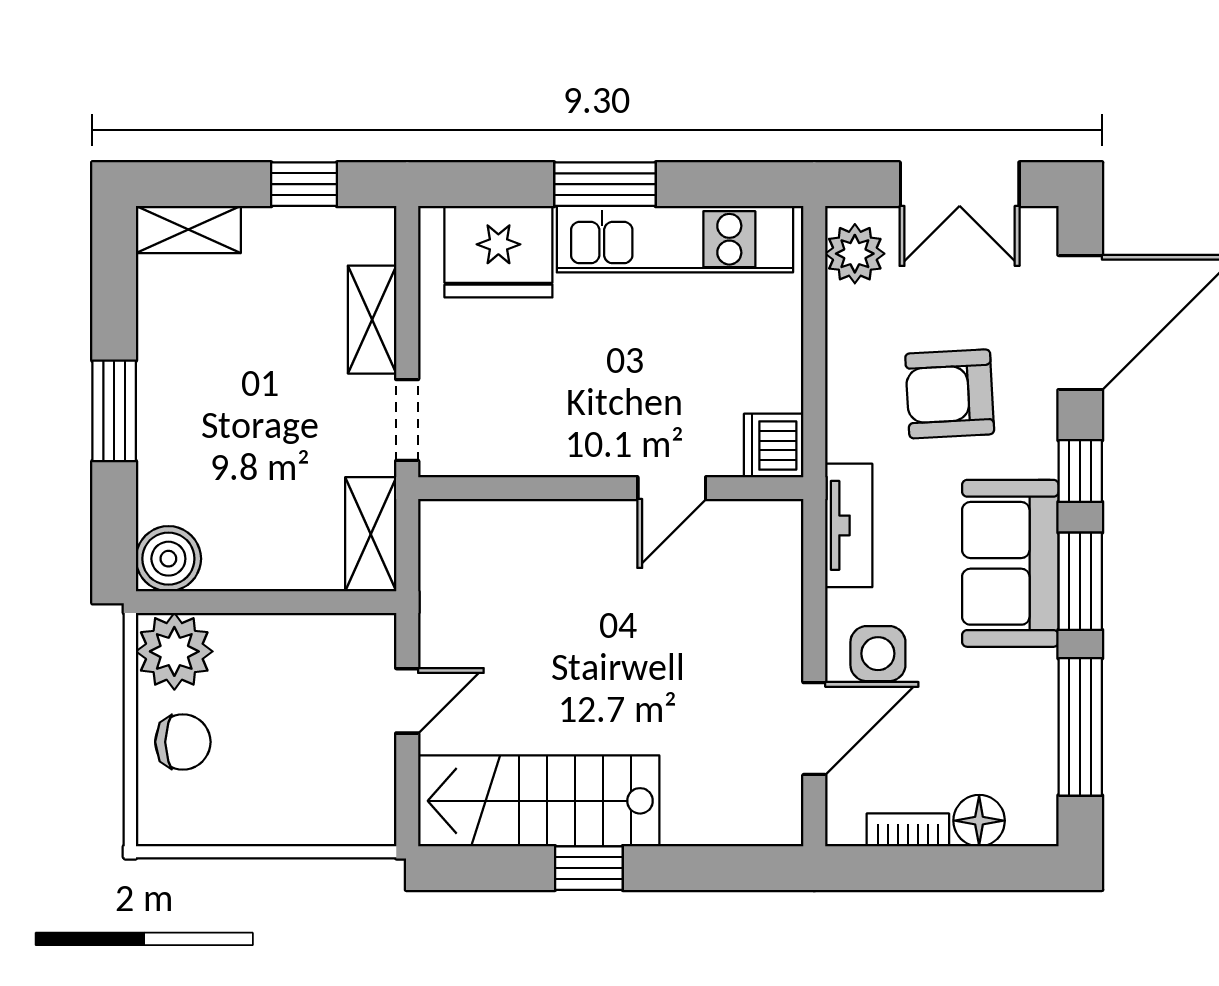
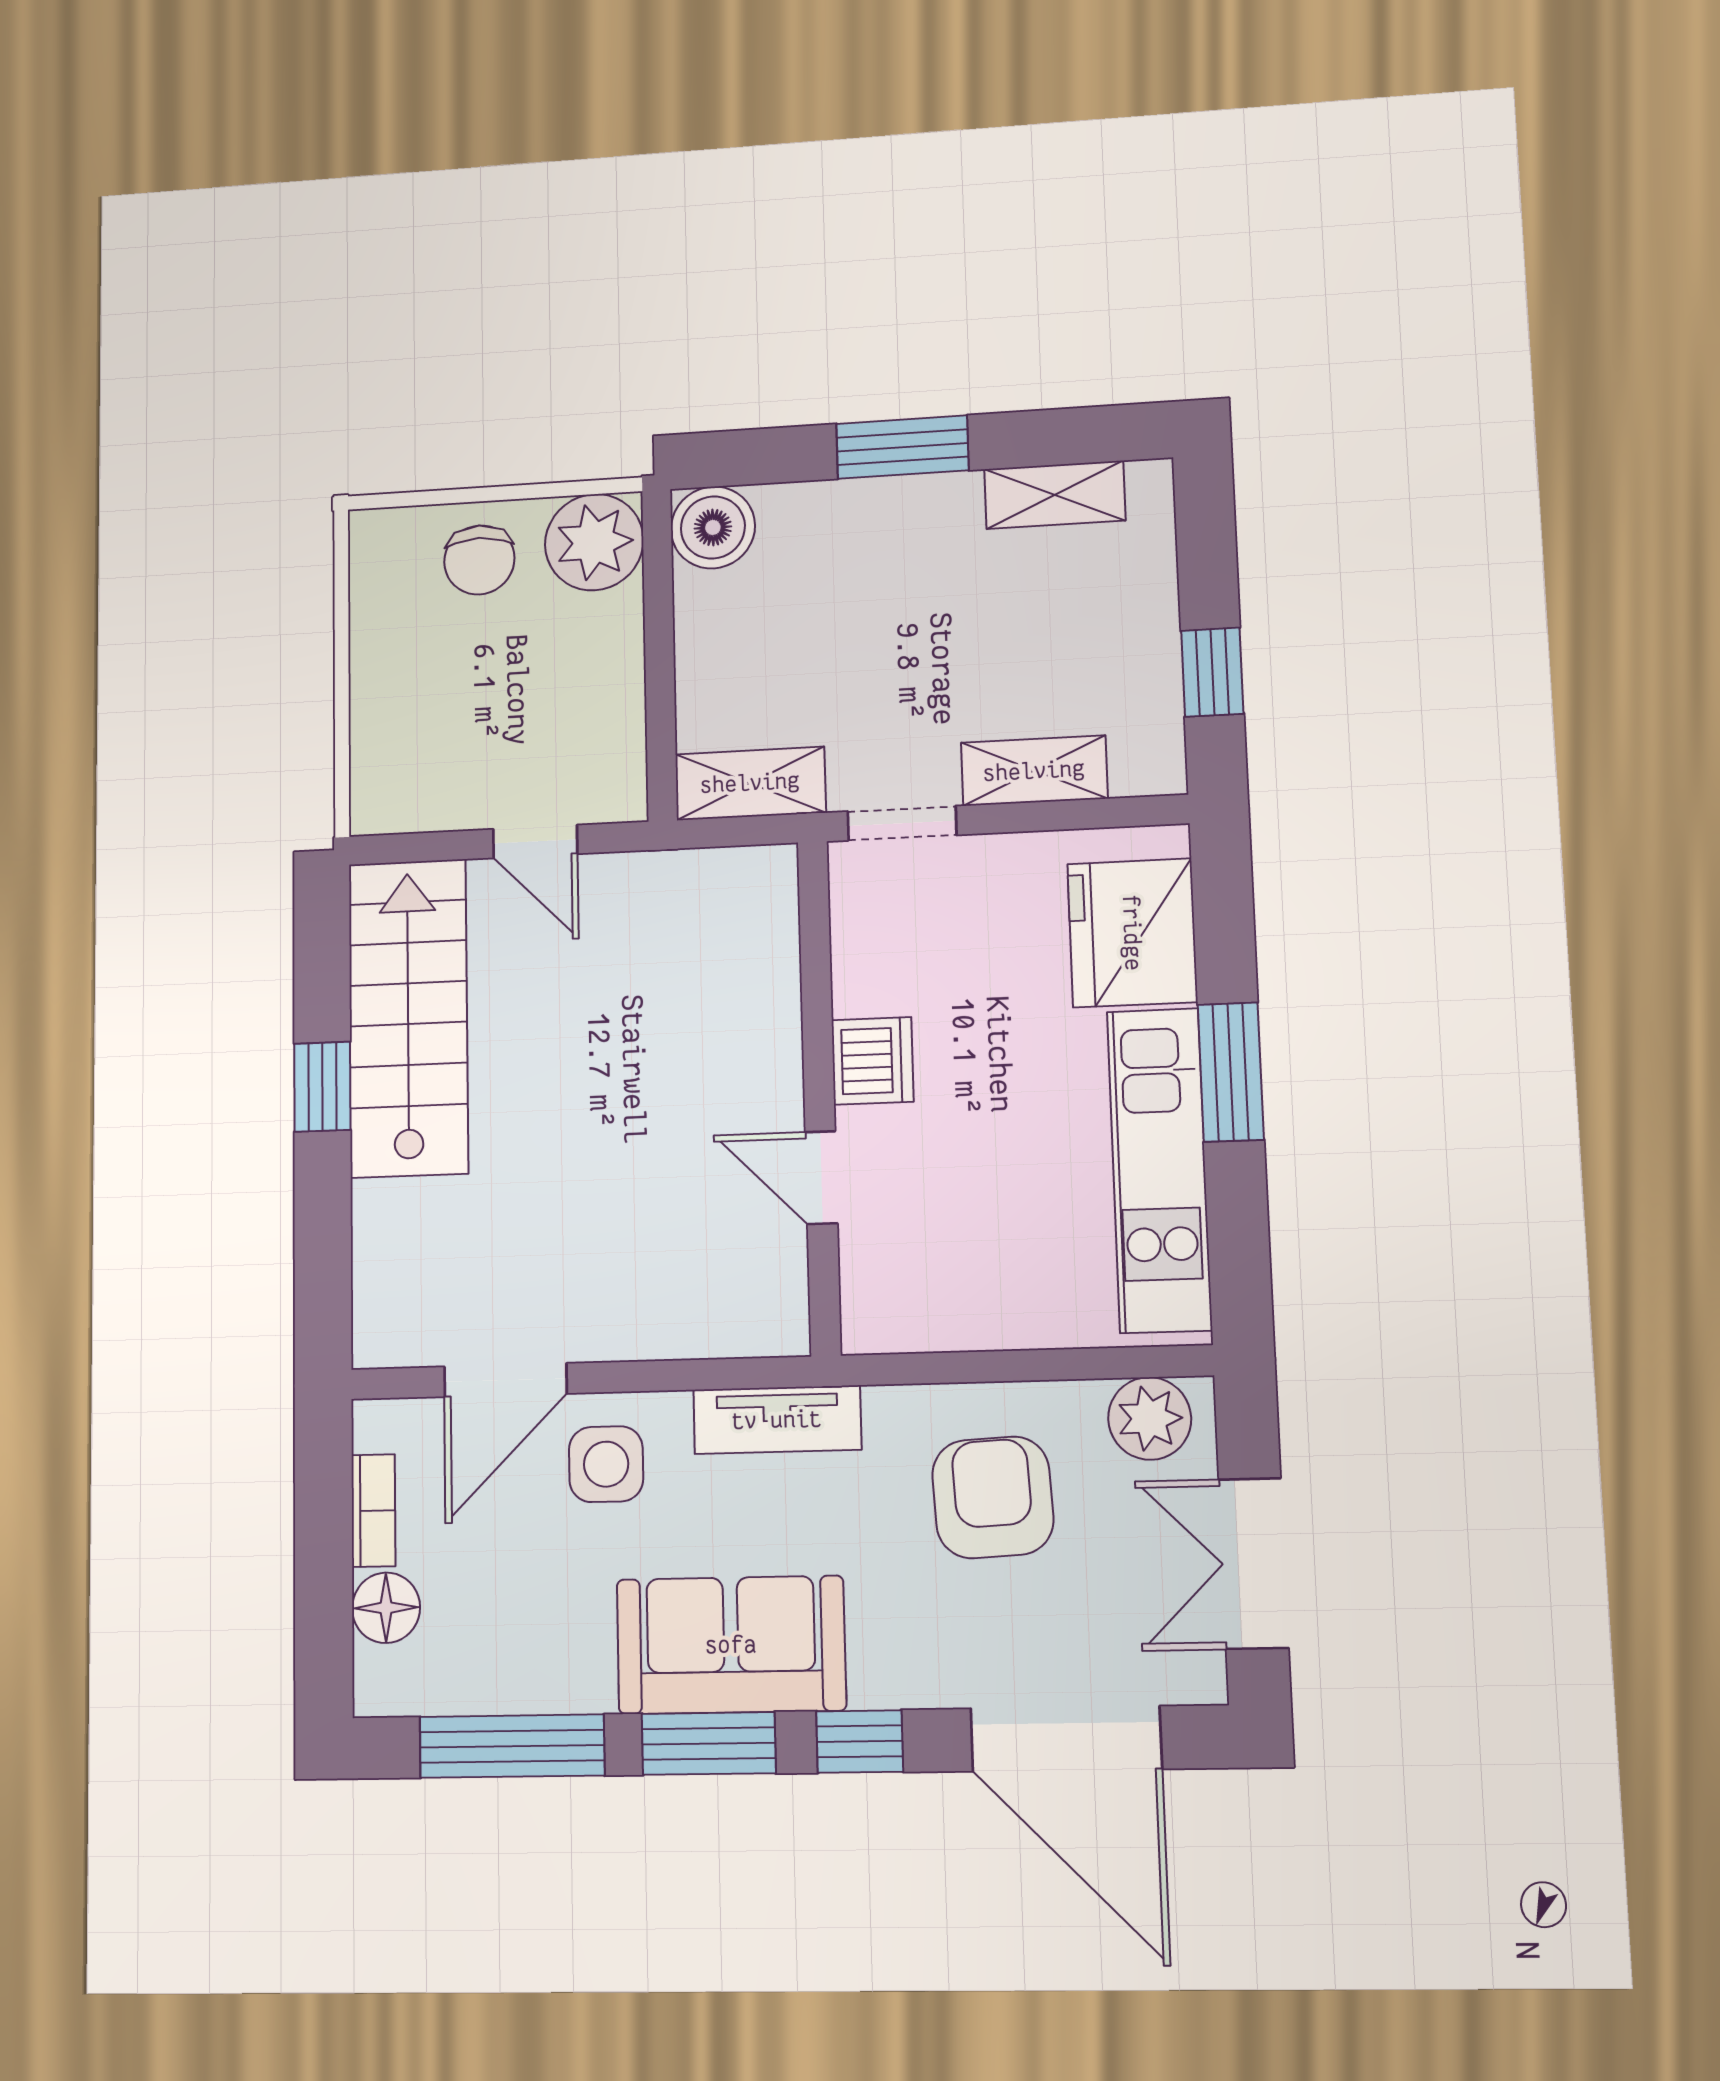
shelving: (188, 230) -> (1055, 495), moved, turned 90
armchair: (950, 394) -> (993, 1497), moved
dishwasher: (774, 445) -> (872, 1061), moved, turned 90
door: (814, 729) -> (505, 1380), hinge flipped

